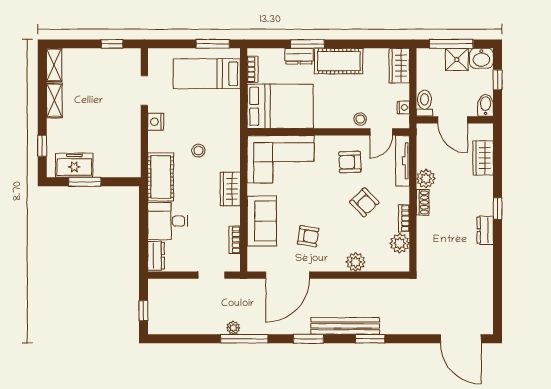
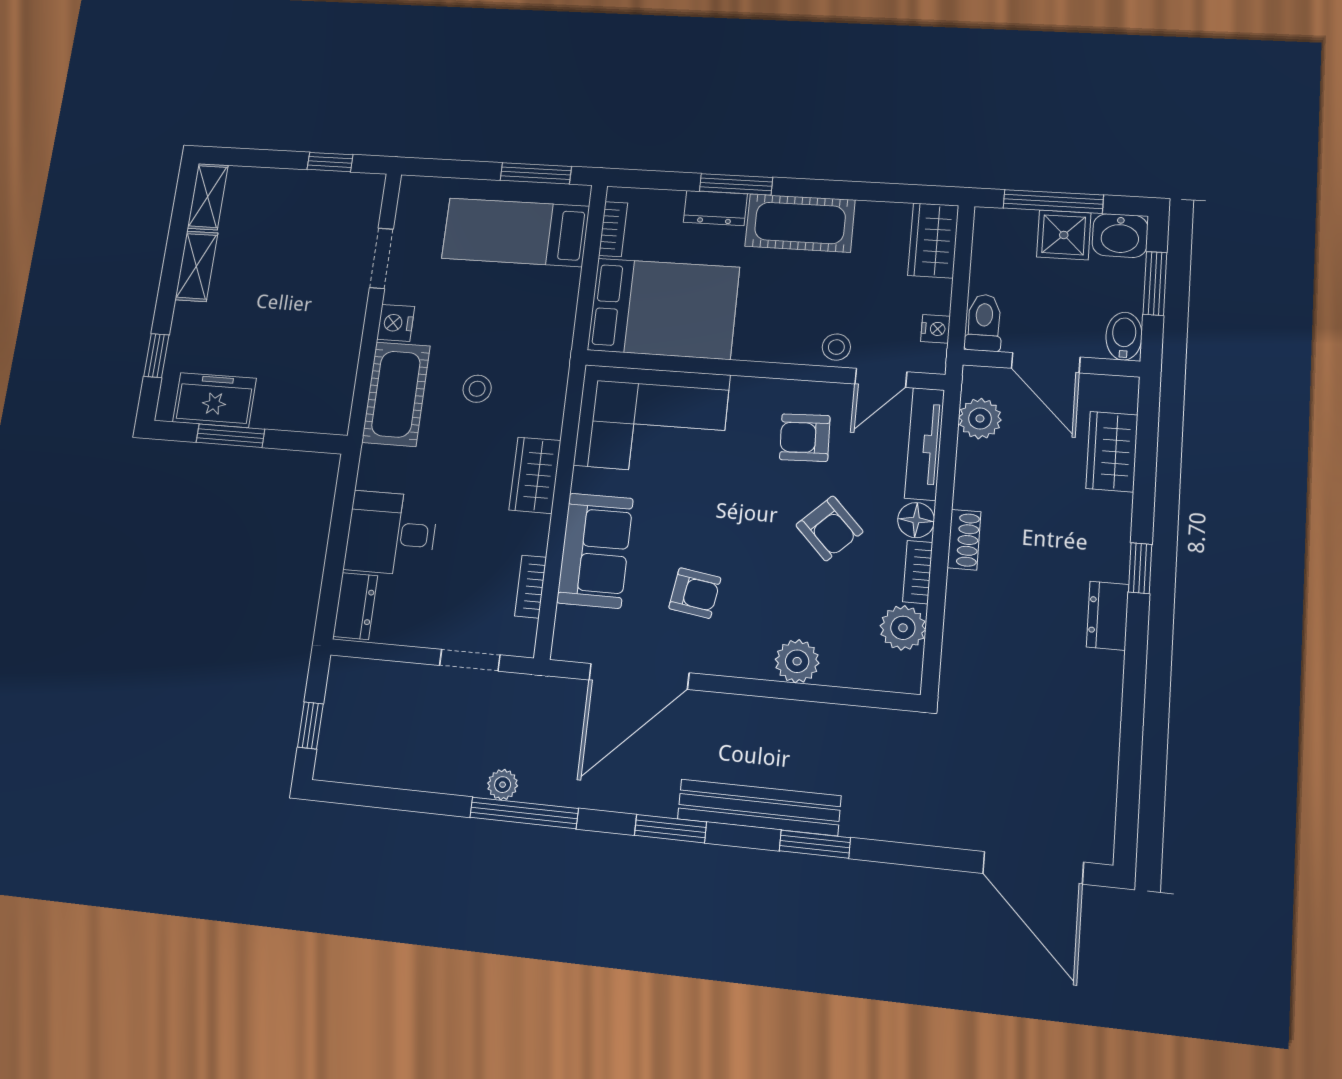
window: (498, 80) -> (1155, 283), width x1.50
cot: (161, 177) -> (396, 394), moved
plant: (426, 179) -> (980, 419), moved
floor lamp: (402, 195) -> (916, 520), added

